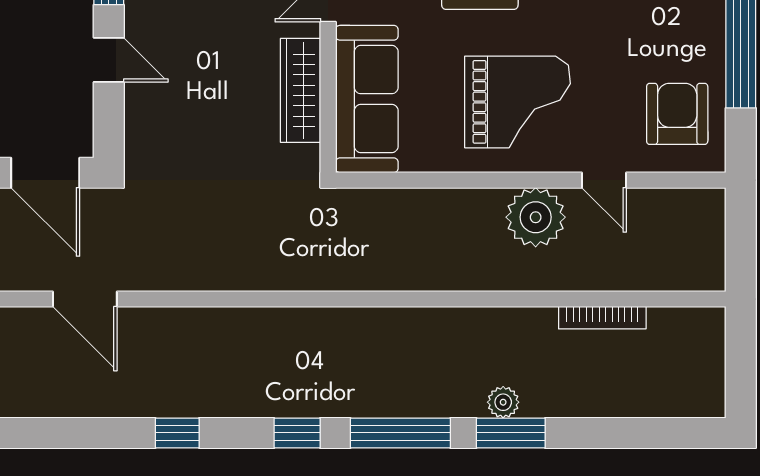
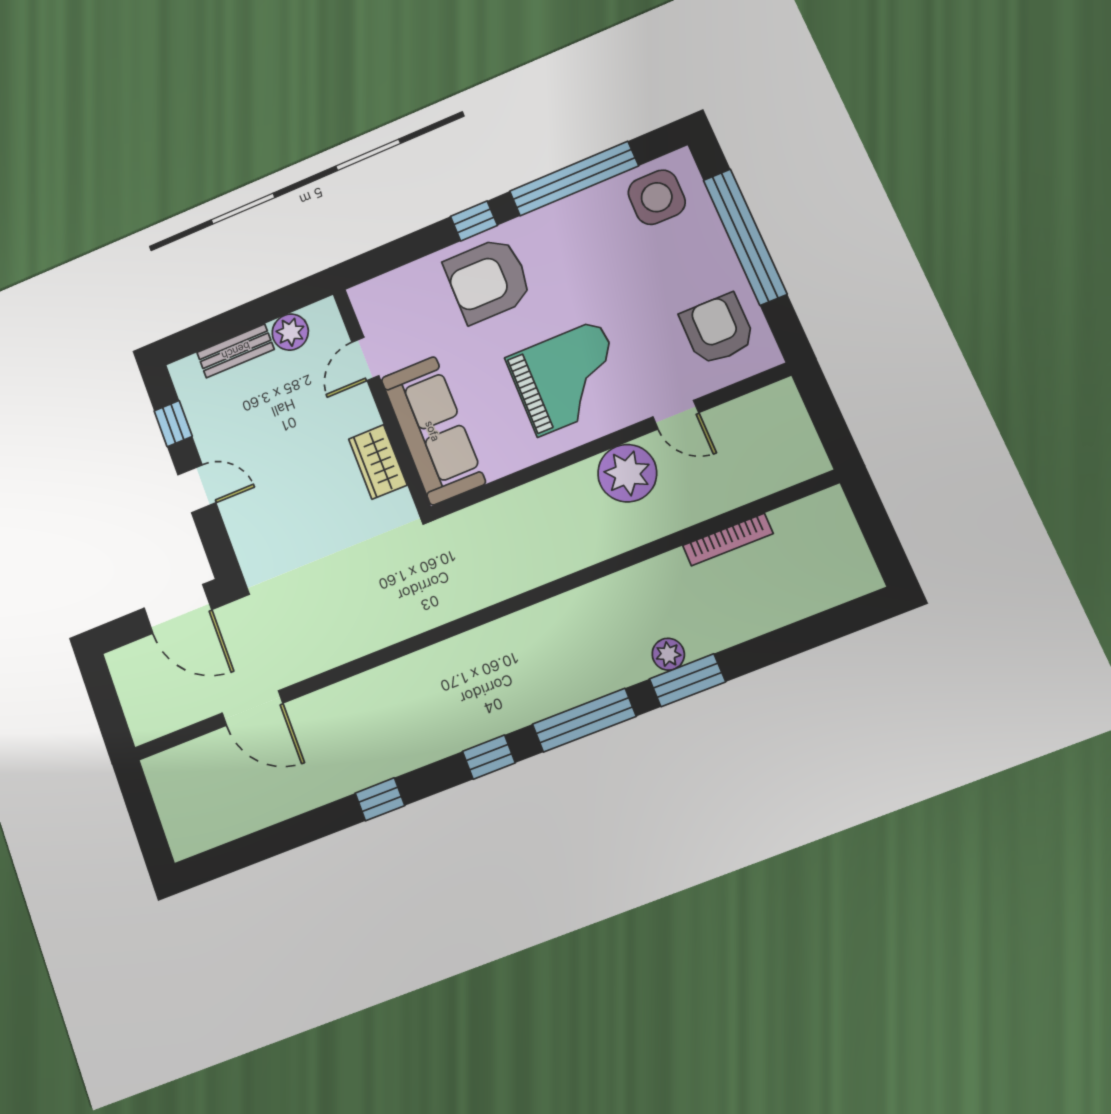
wardrobe: (301, 90) -> (378, 462), width x0.67

